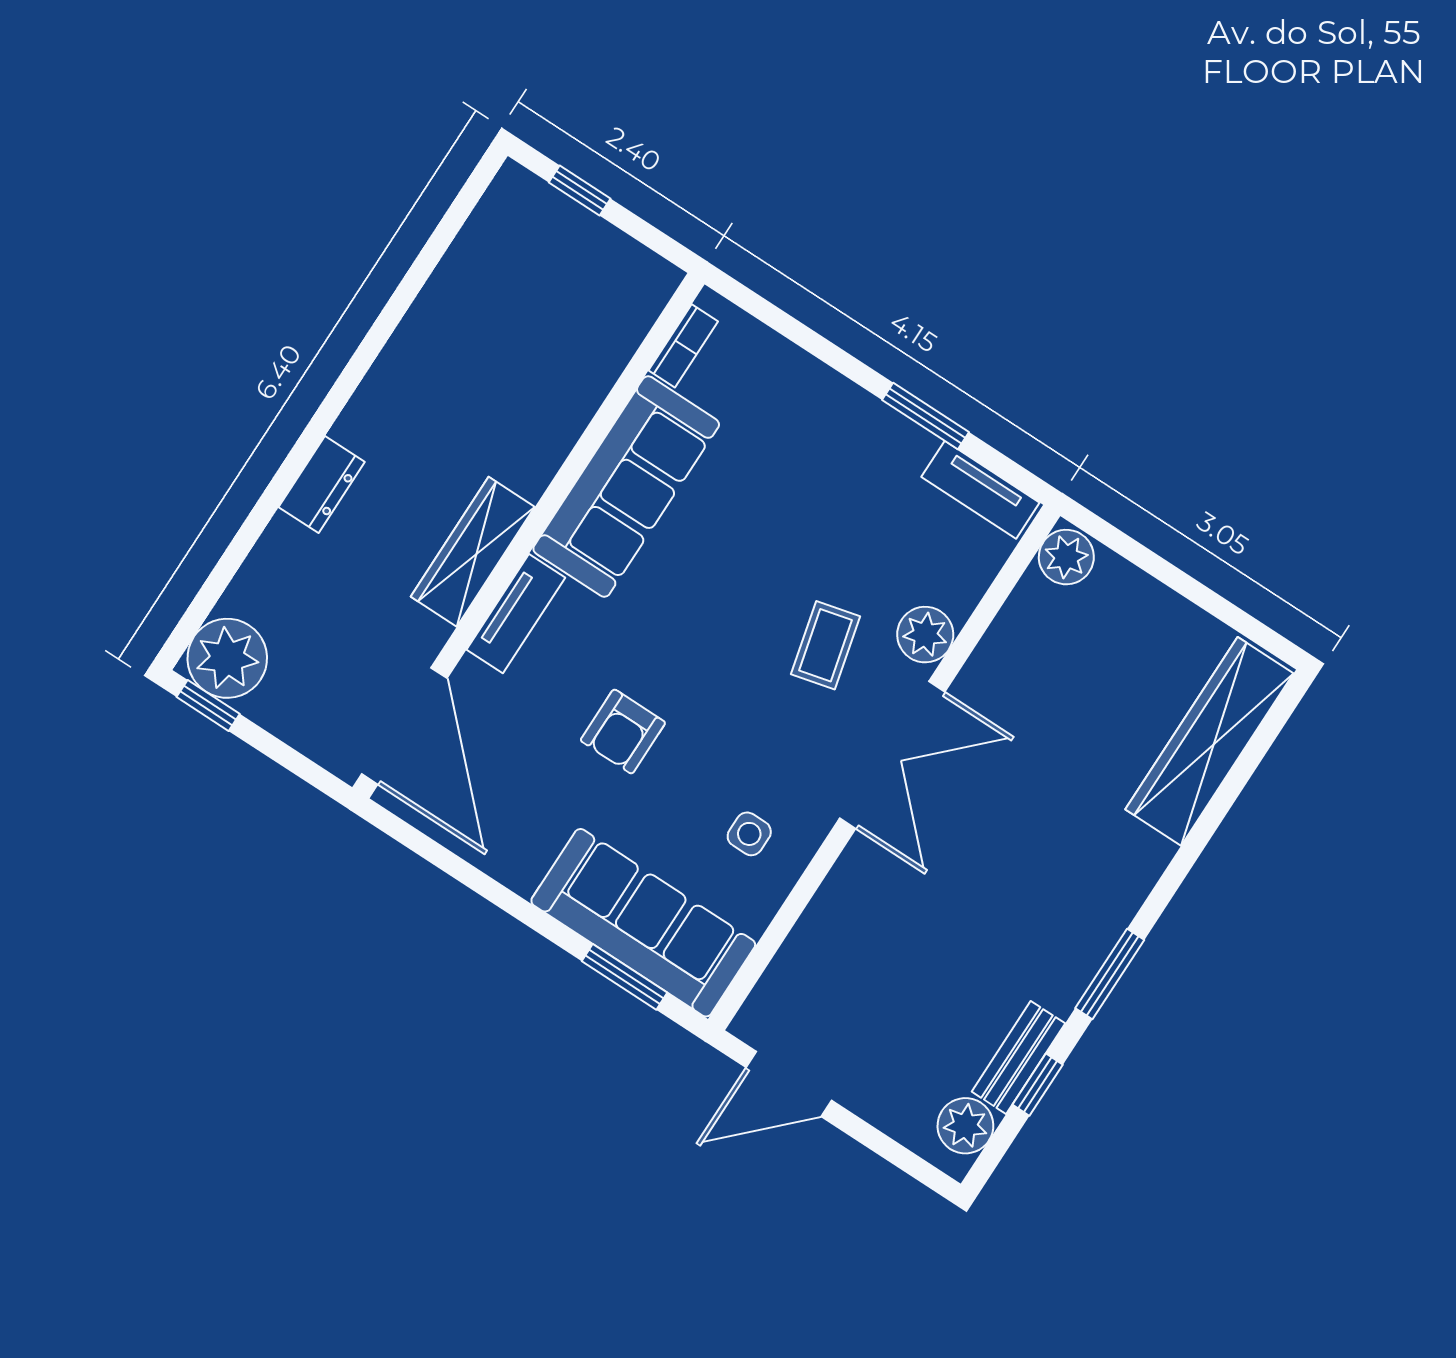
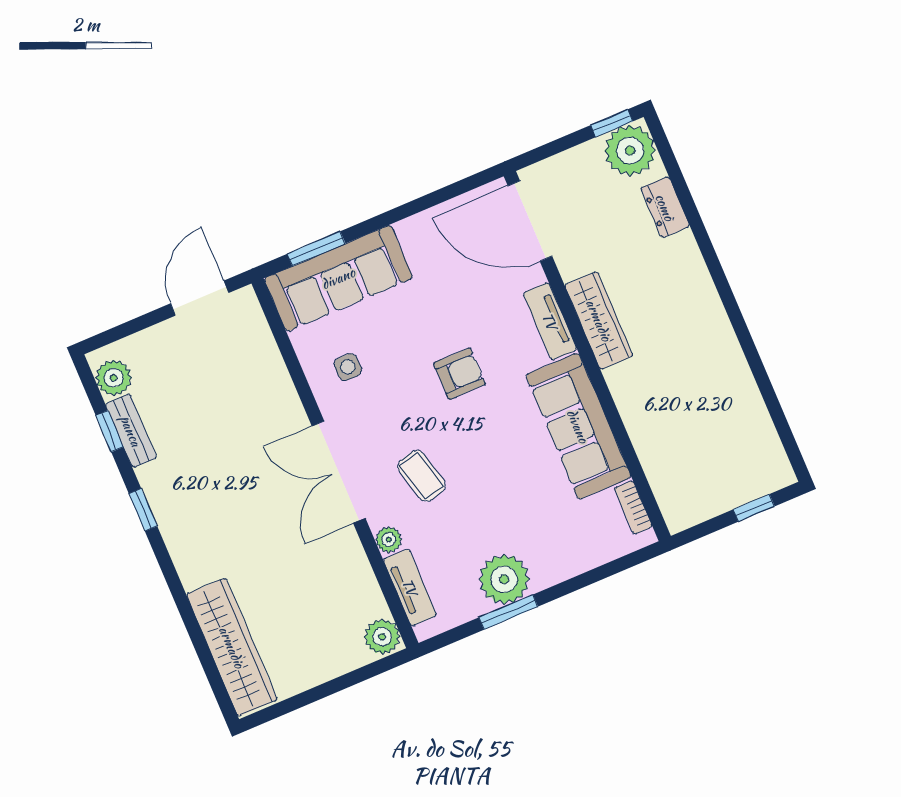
plant: (887, 450) -> (504, 579), added
dresser: (322, 484) -> (665, 207), moved
tv unit: (980, 490) -> (410, 587), moved, turned 90
plant: (925, 635) -> (389, 540), width x0.73, depth x0.73
armchair: (623, 731) -> (459, 374), moved, turned 90
window: (1110, 974) -> (143, 510), width x0.67

